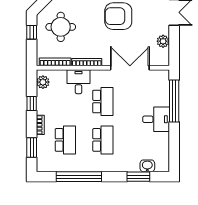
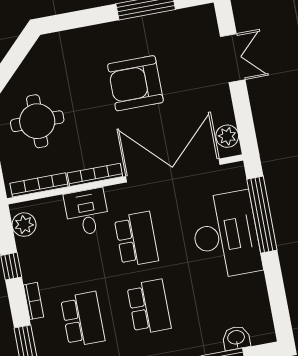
plant: (163, 41) -> (227, 136), moved
double door: (130, 68) -> (173, 170), width x1.36
desk: (156, 119) -> (226, 235), width x1.87, depth x1.30

